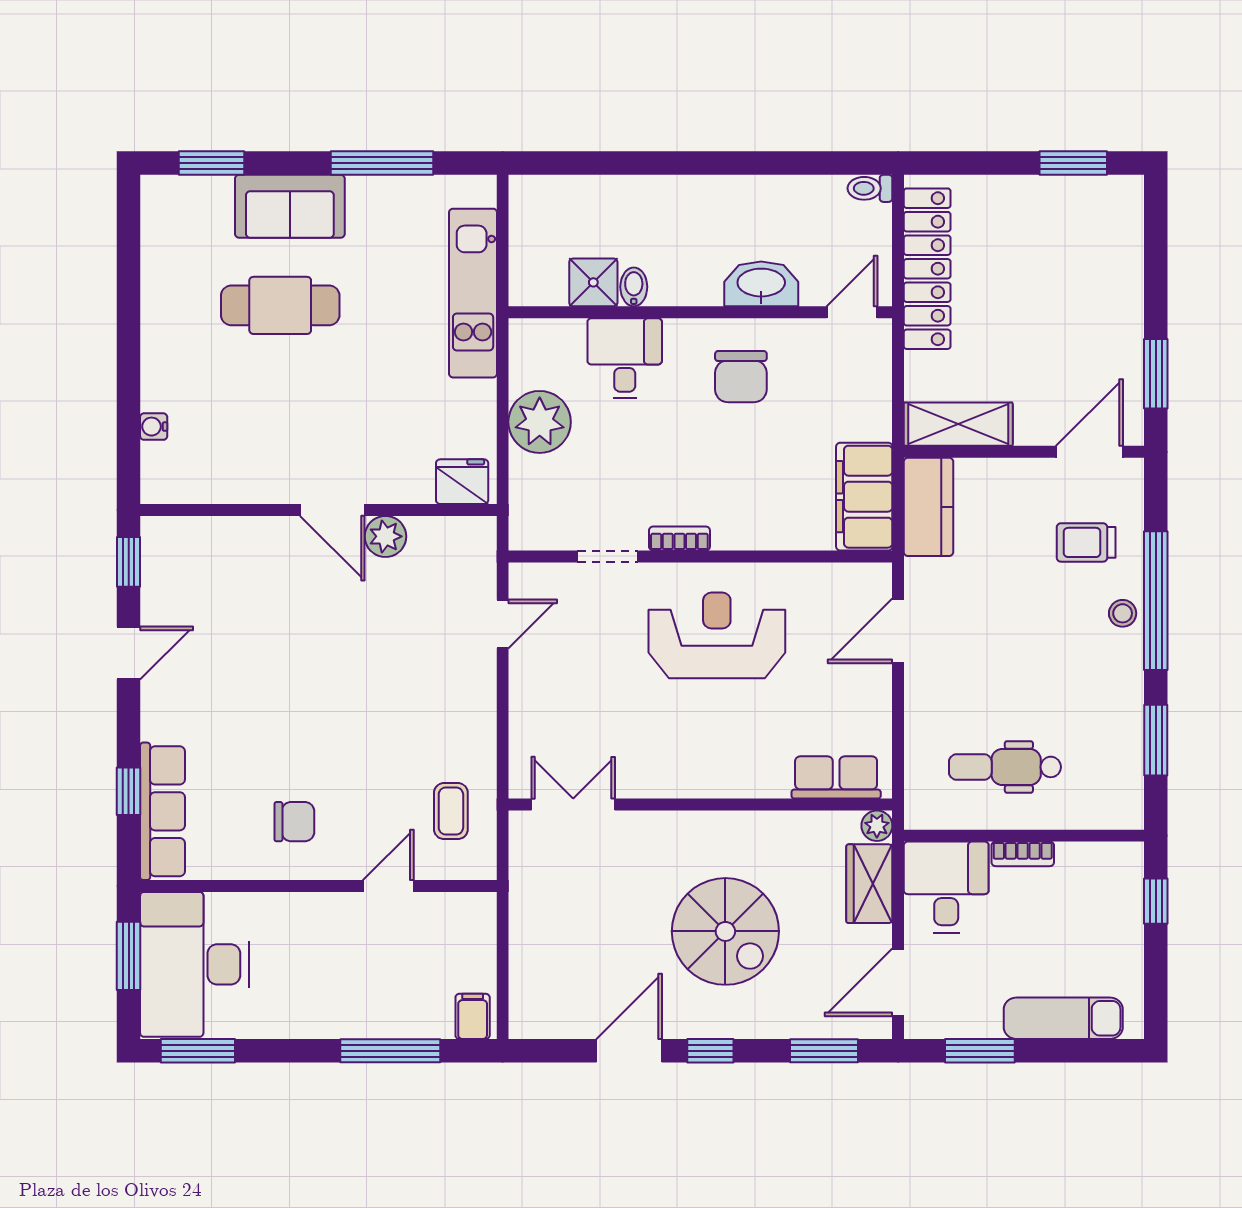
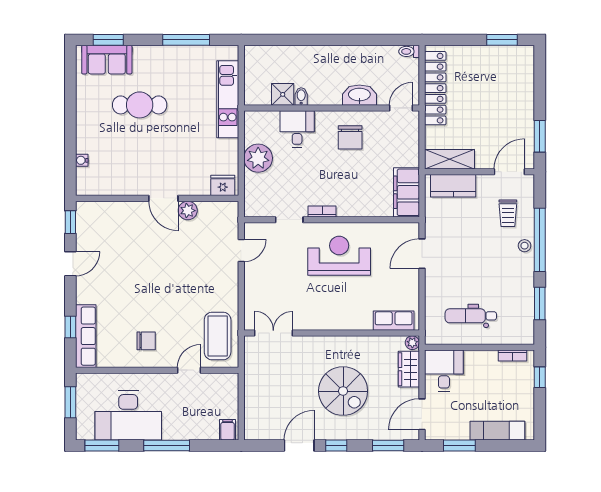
sofa: (290, 206) -> (107, 60), moved
kitchen counter: (929, 507) -> (453, 186), moved, turned 90
trolley: (1086, 542) -> (508, 213), turned -90
coffee table: (451, 811) -> (218, 336), width x1.86, depth x1.72
bookcase: (1023, 854) -> (513, 356), moved
desk: (195, 964) -> (128, 415), moved, turned -90
window: (390, 1051) -> (167, 446), moved

